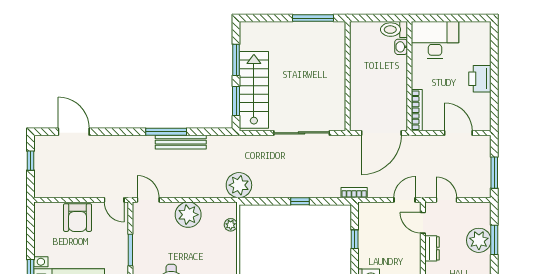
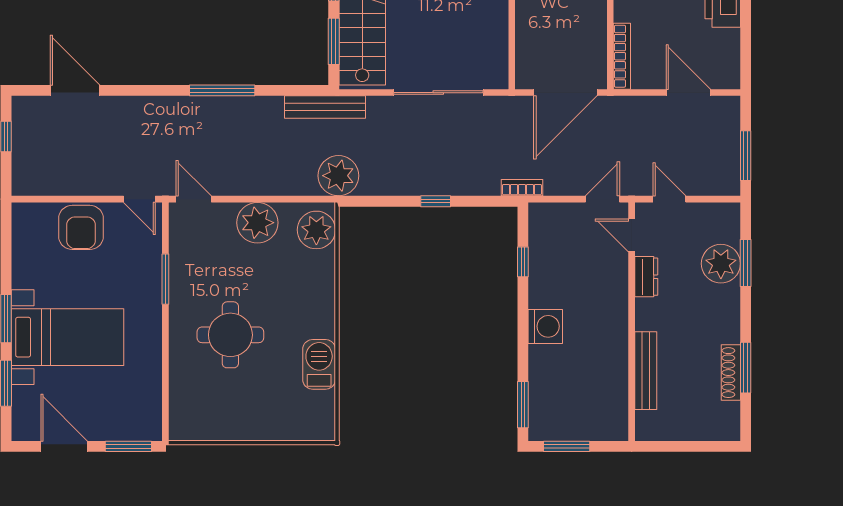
bench: (181, 142) -> (325, 107), moved
plant: (231, 225) -> (316, 230), width x1.88, depth x1.88

